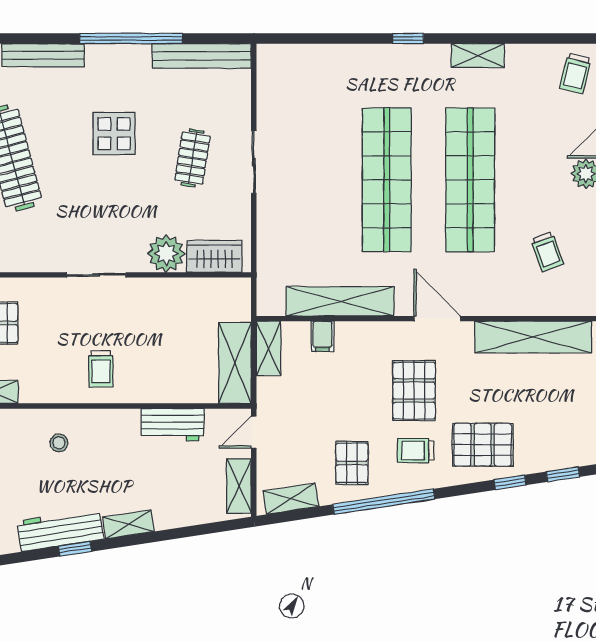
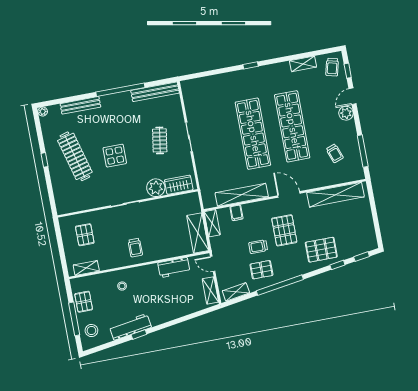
shelving: (478, 56) -> (303, 64), moved
display table: (114, 134) -> (115, 156), moved
door: (254, 432) -> (213, 264), hinge flipped
trolley: (416, 451) -> (258, 247), moved
pallet: (352, 463) -> (261, 270), turned 90
shelving: (129, 524) -> (162, 318), removed

